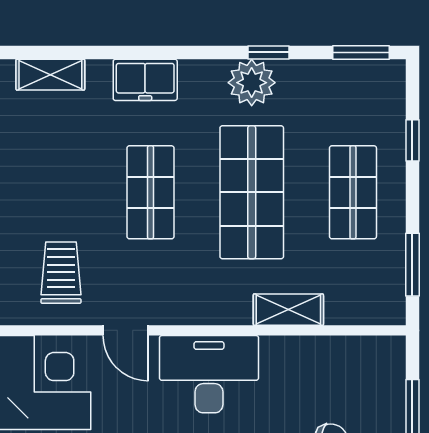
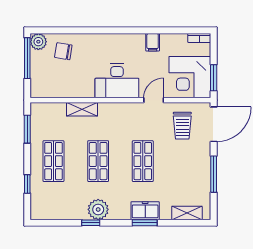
window: (361, 52) -> (145, 223), moved
shop shelf: (252, 192) -> (98, 161), width x0.70, depth x0.74
door: (126, 330) -> (154, 100), hinge flipped

